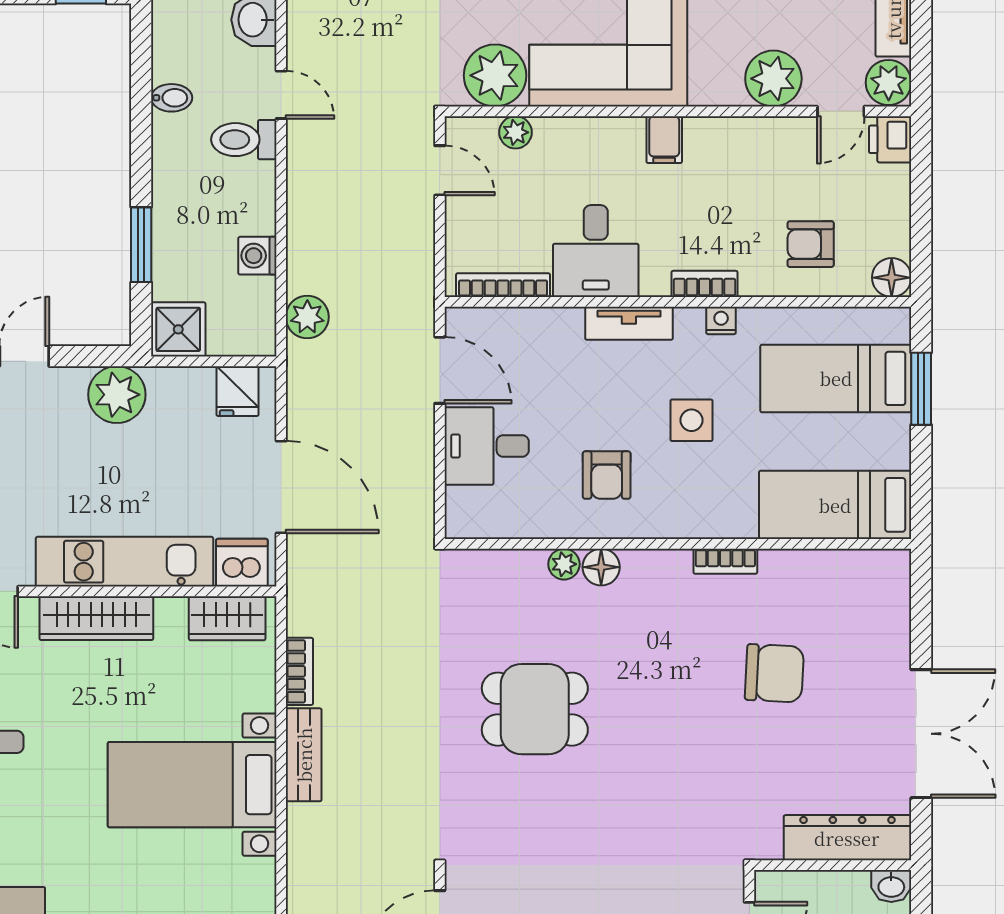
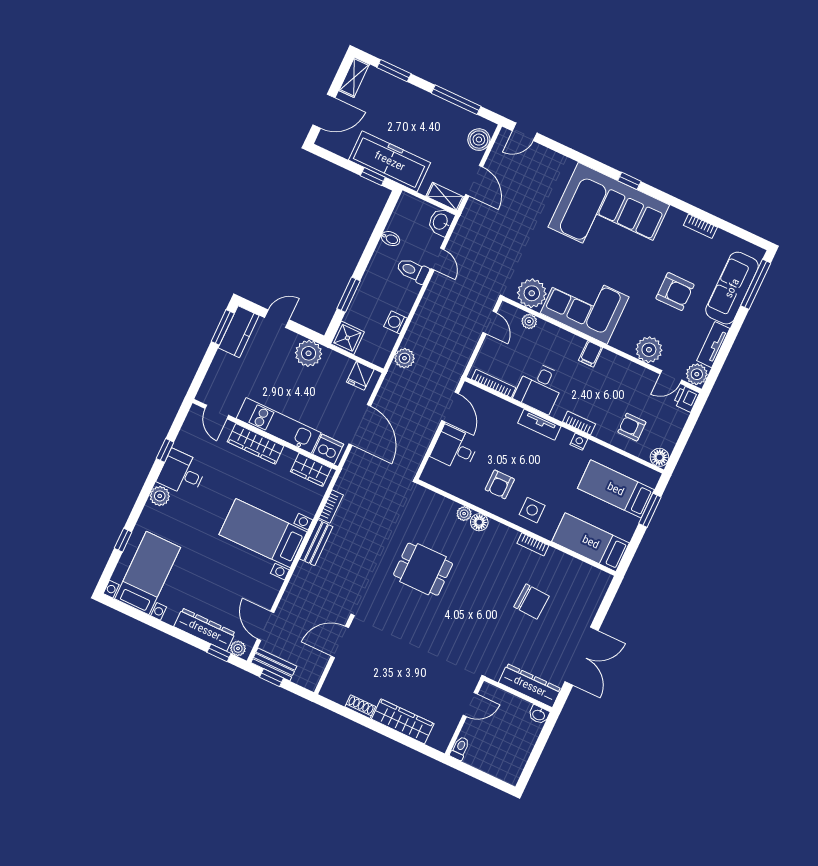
side table: (691, 420) -> (532, 510), moved

